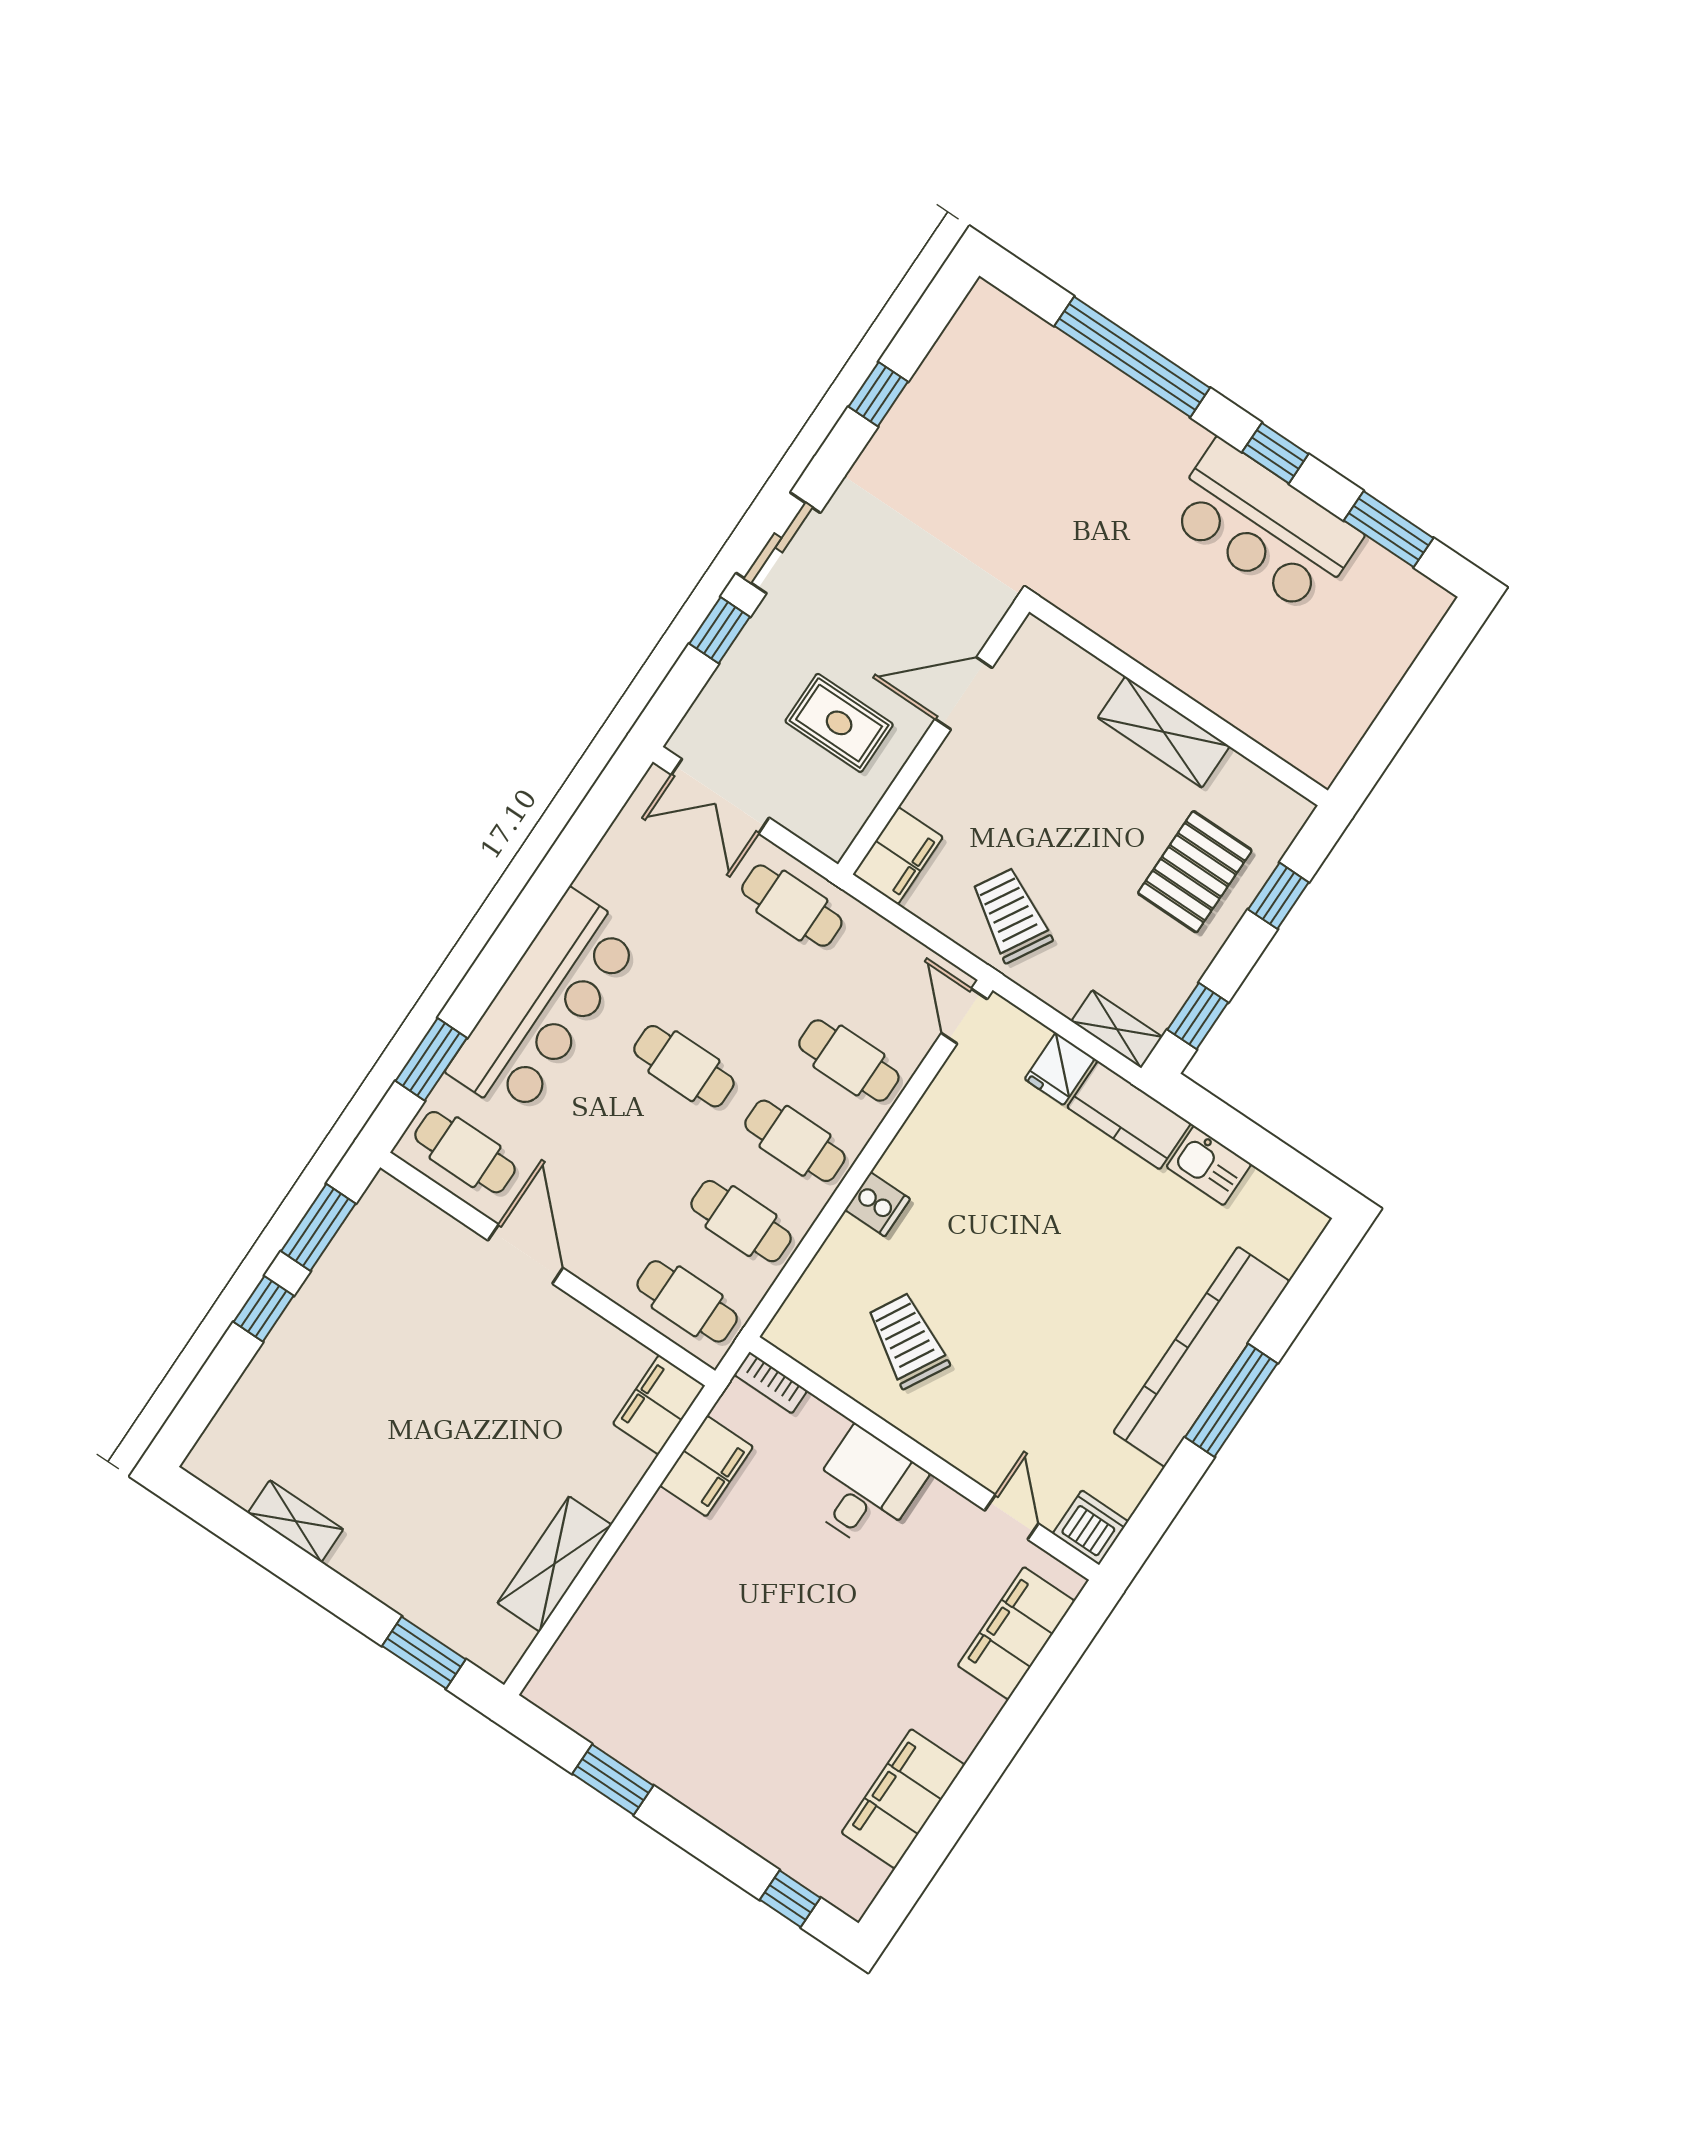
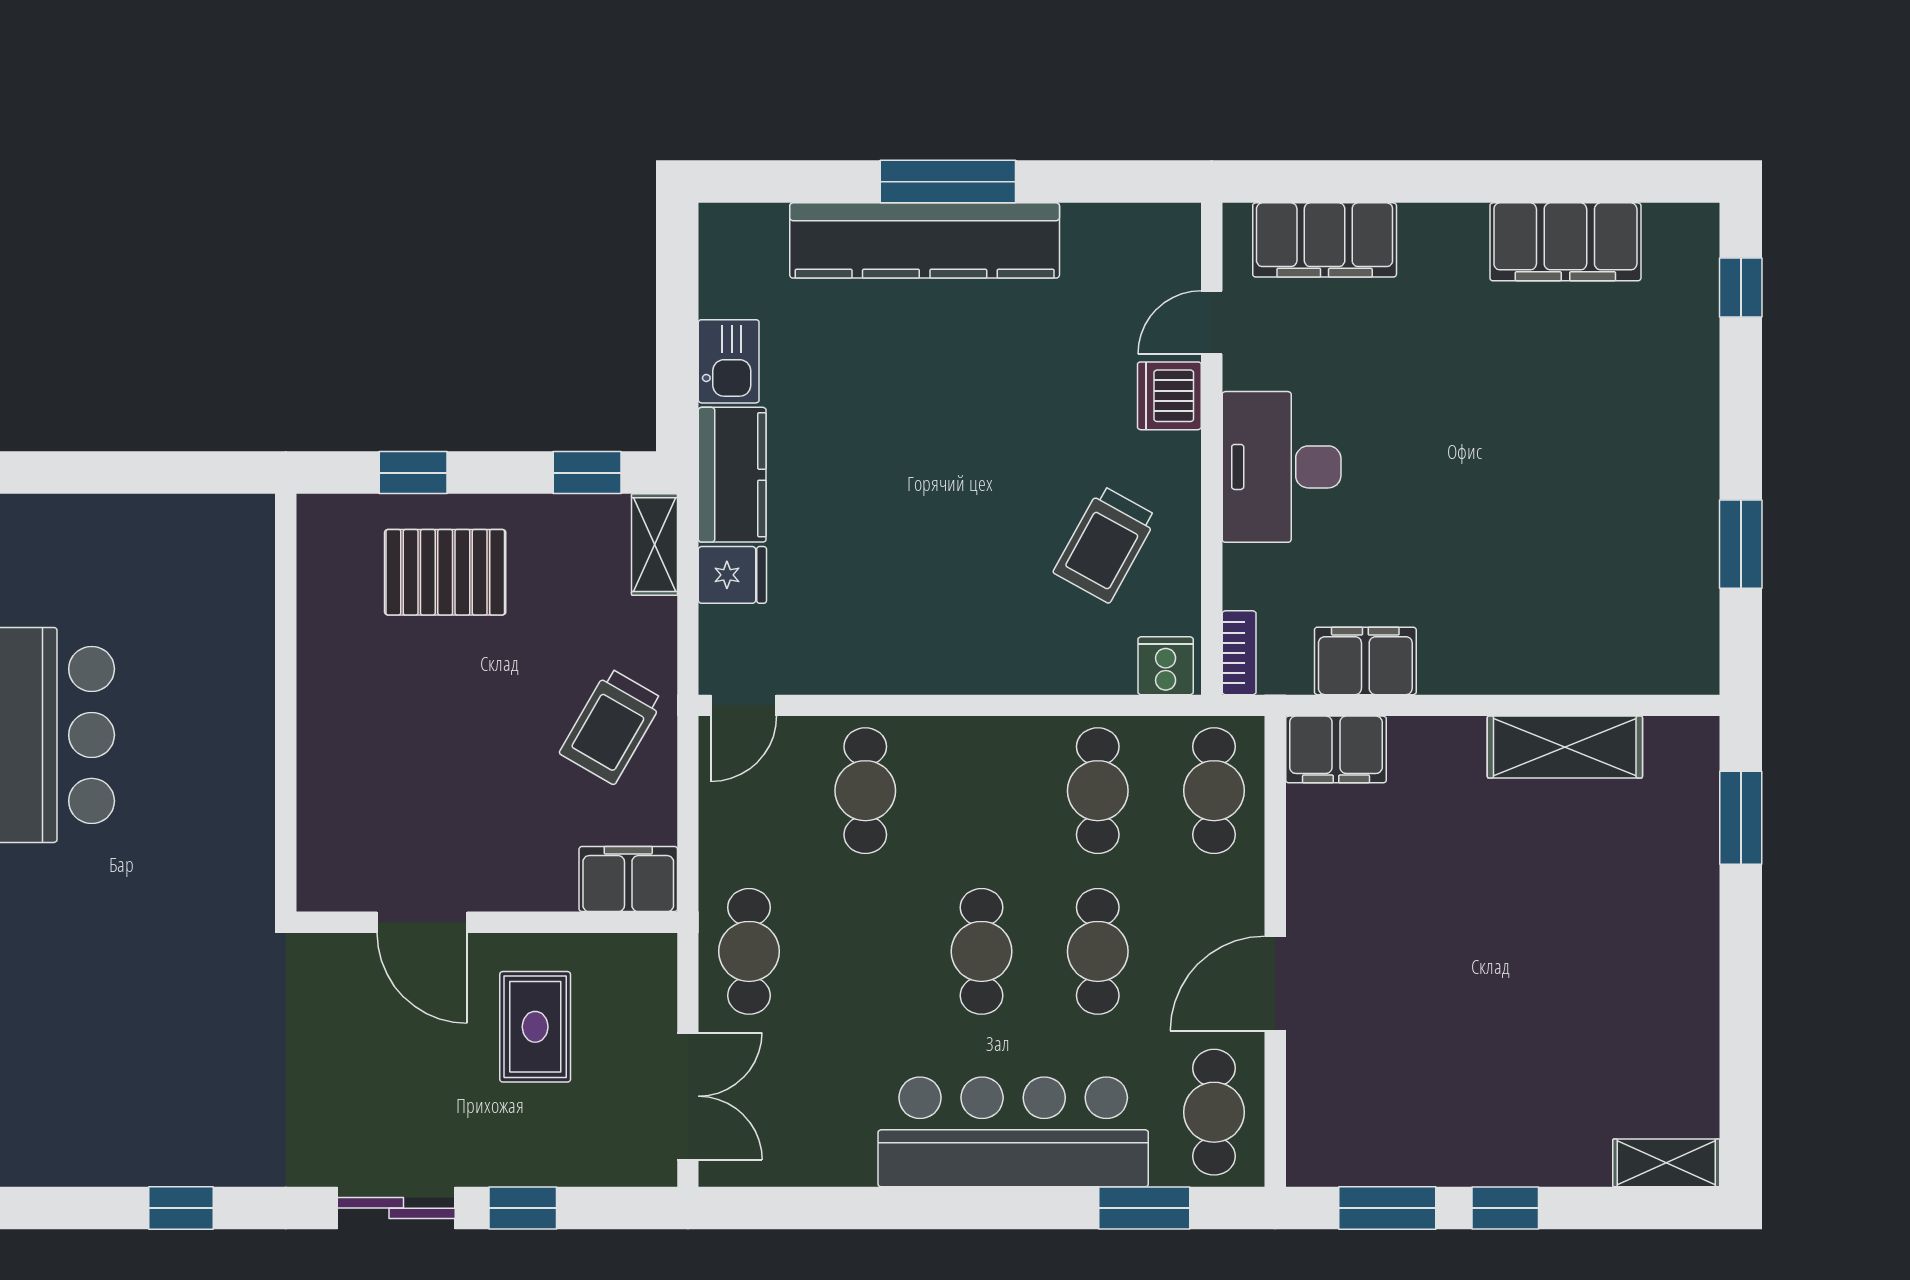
shelving: (1164, 732) -> (327, 697), removed
cafe table: (795, 1141) -> (1098, 951), moved
cooker: (878, 1204) -> (1166, 666), moved
desk: (865, 1489) -> (1282, 467), width x1.37
shelving: (296, 1521) -> (1666, 1163), moved, turned 90
dishwasher: (1090, 1528) -> (1169, 396), moved

